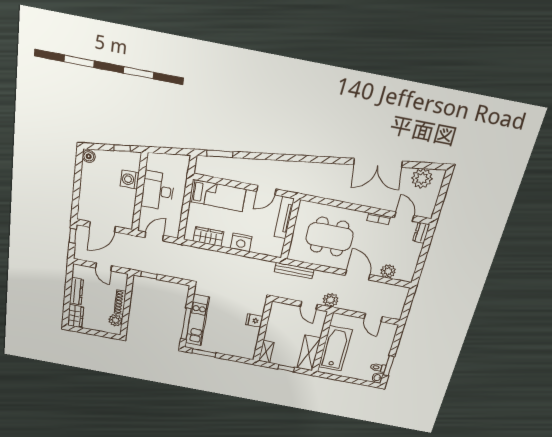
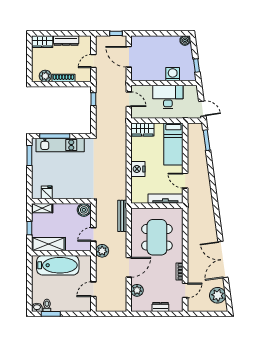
door: (178, 151) -> (202, 109), added
dresser: (421, 233) -> (160, 307), moved
wardrobe: (208, 237) -> (142, 129), moved, turned 90
boiler: (278, 310) -> (84, 210), added
fridge: (254, 321) -> (47, 192), moved

